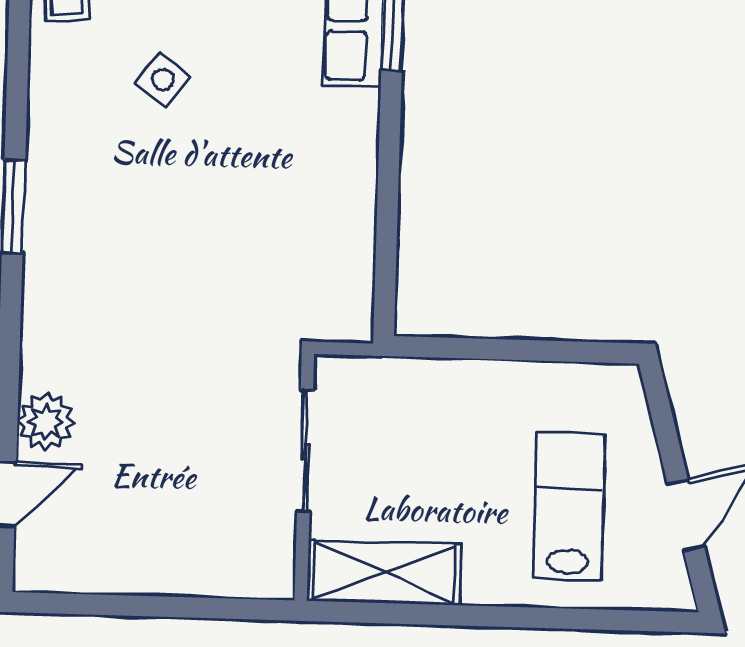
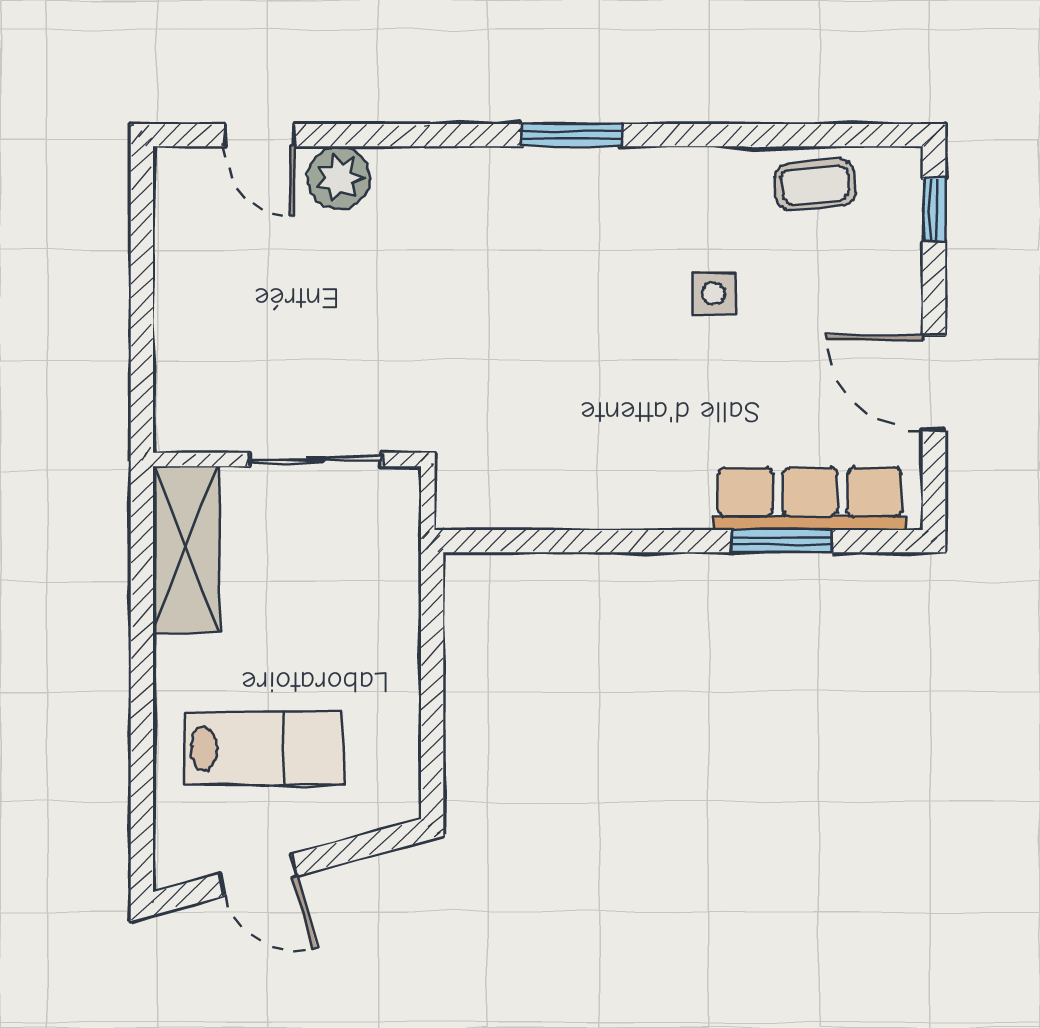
side table: (163, 80) -> (714, 293), turned -38

